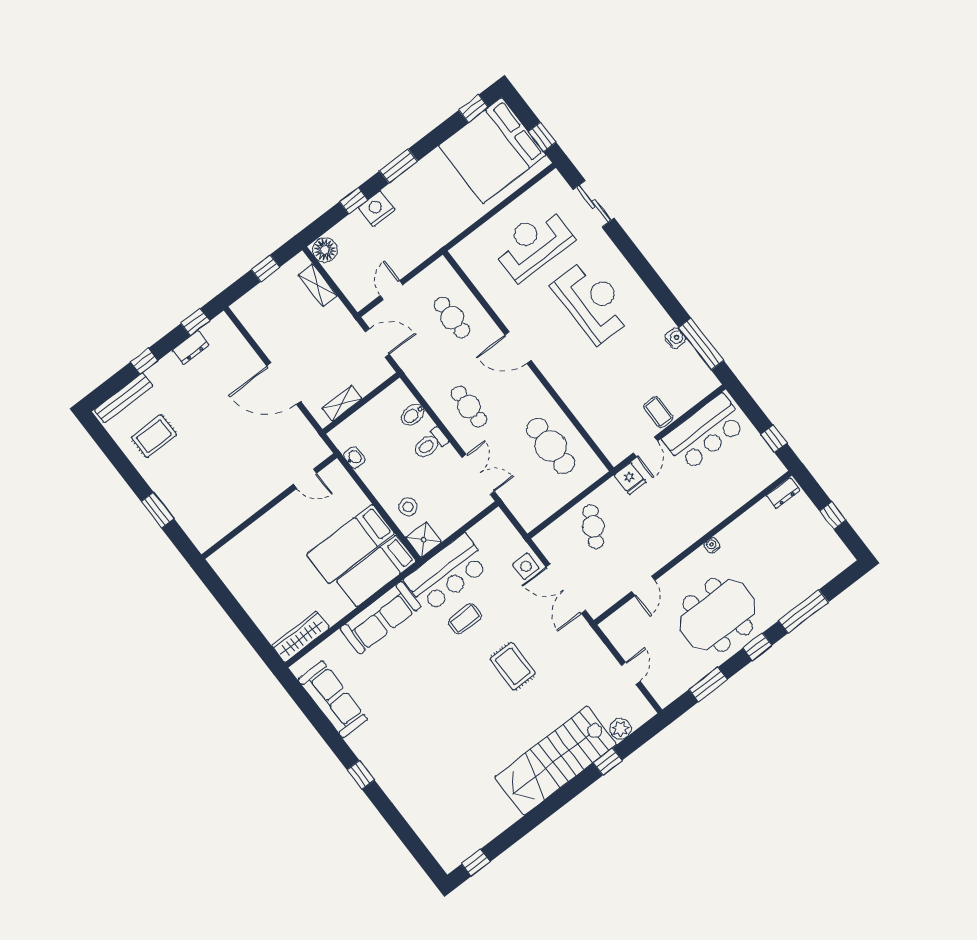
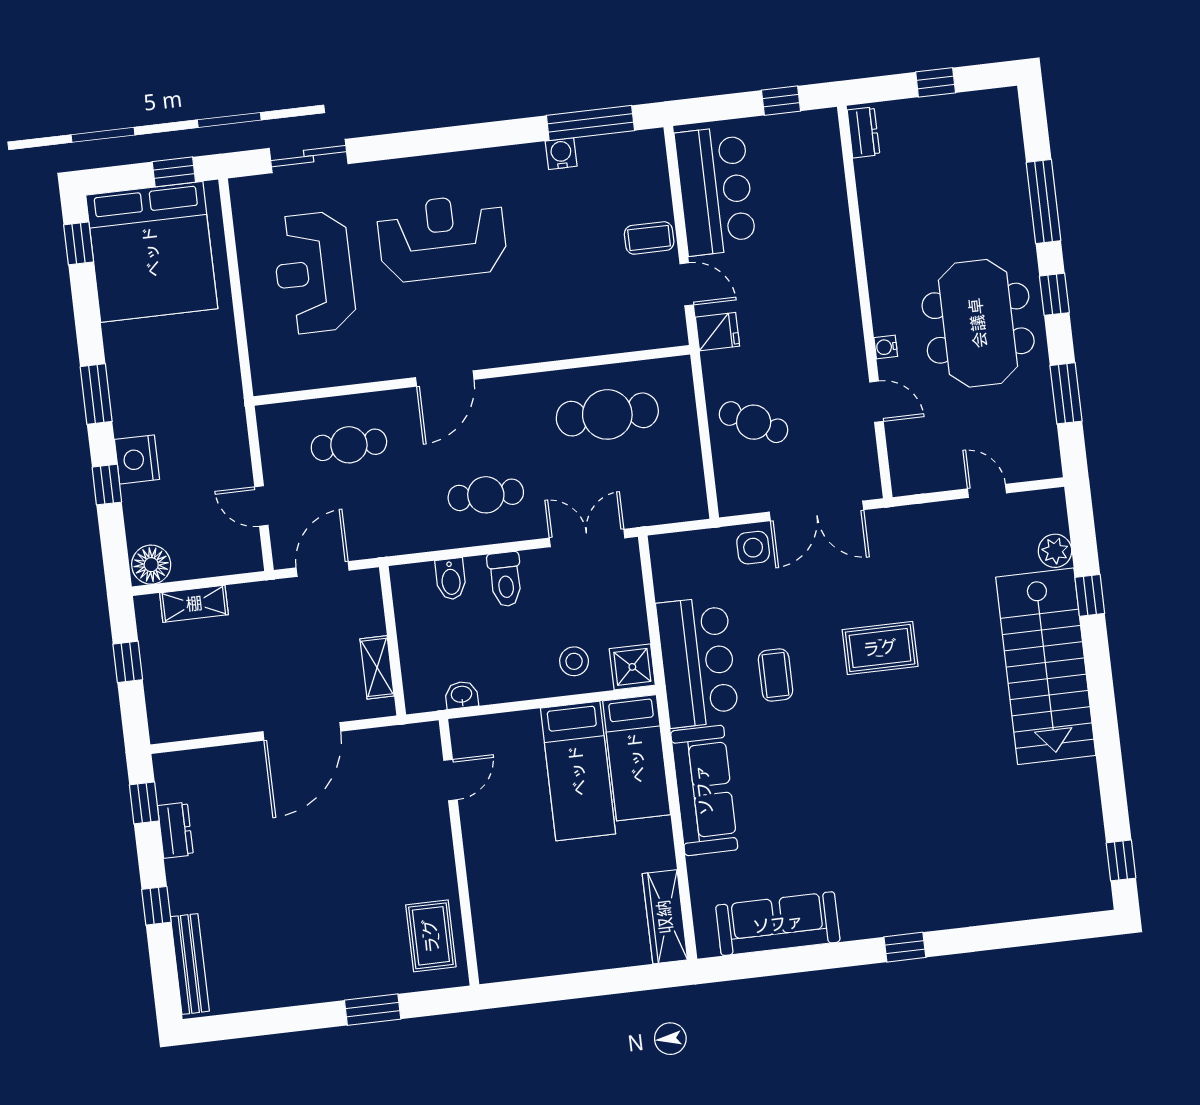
rug: (154, 436) -> (431, 936), moved
water cooler: (712, 545) -> (886, 347), moved

